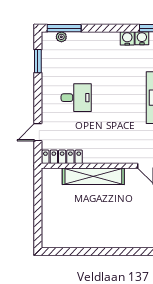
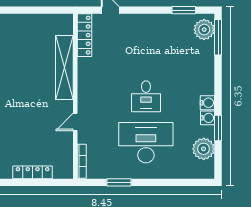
plant: (61, 37) -> (204, 30), width x1.88, depth x1.88
desk: (76, 98) -> (146, 96), moved

